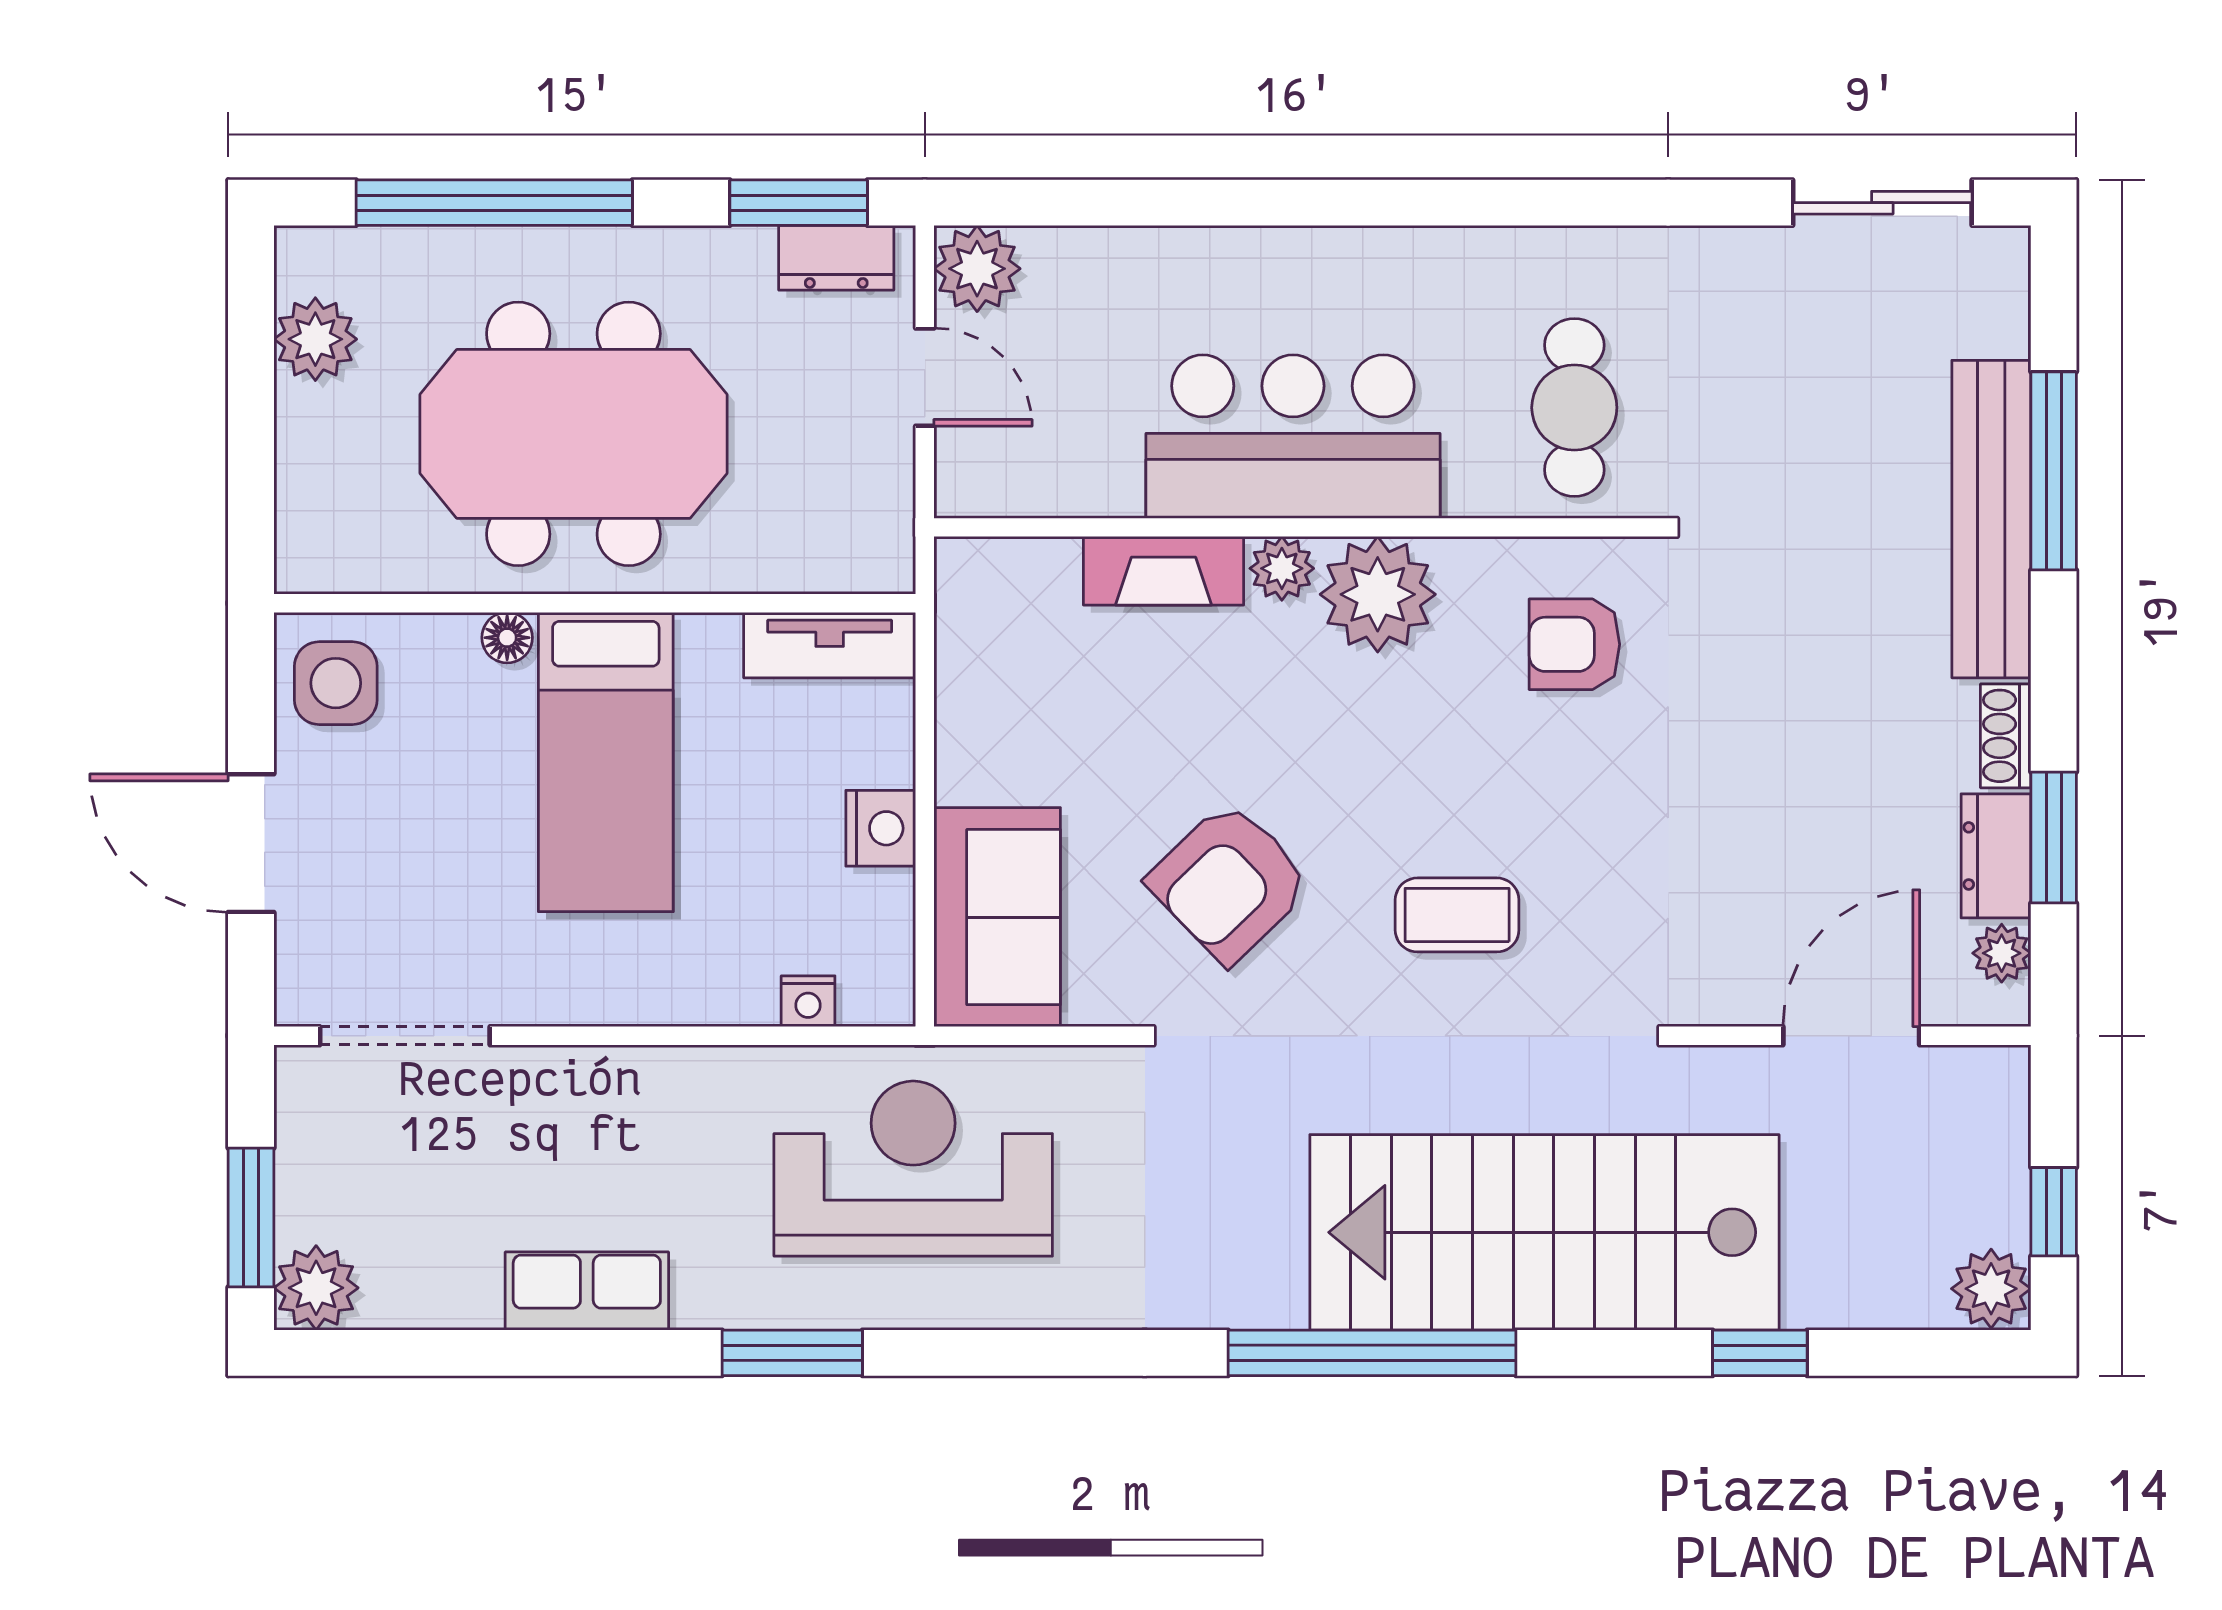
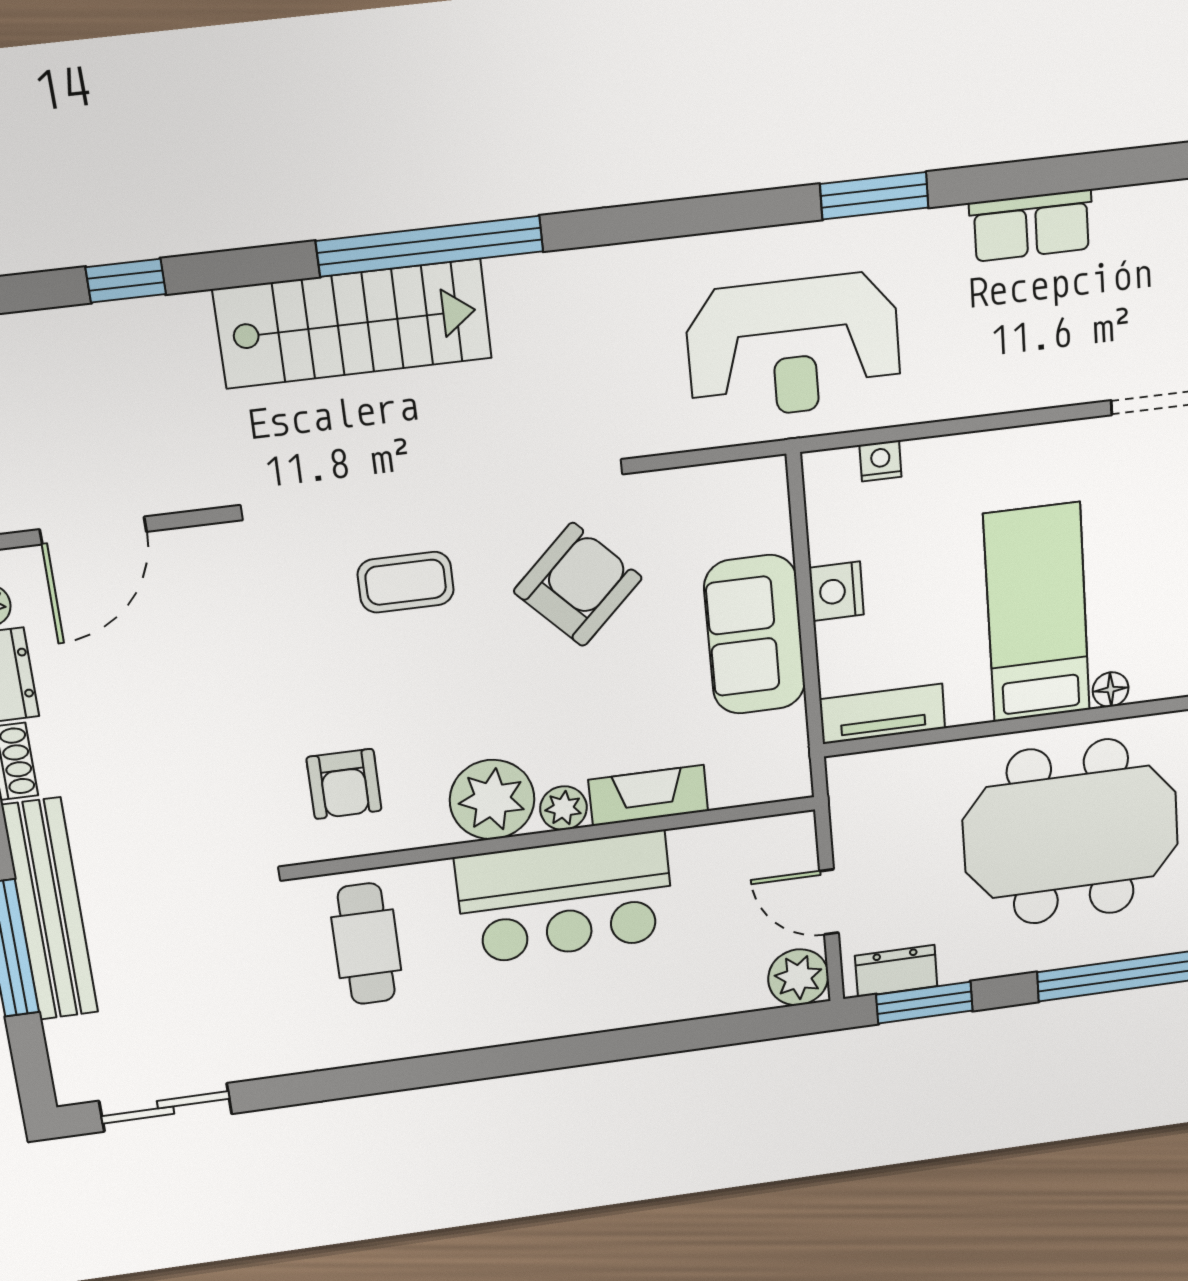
armchair: (1574, 644) -> (344, 784), turned 90
sofa: (997, 917) -> (755, 635), moved
stairs: (1544, 1232) -> (353, 324), width x0.73, depth x0.66

